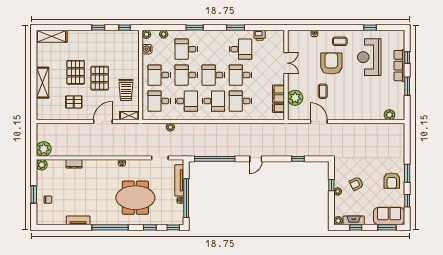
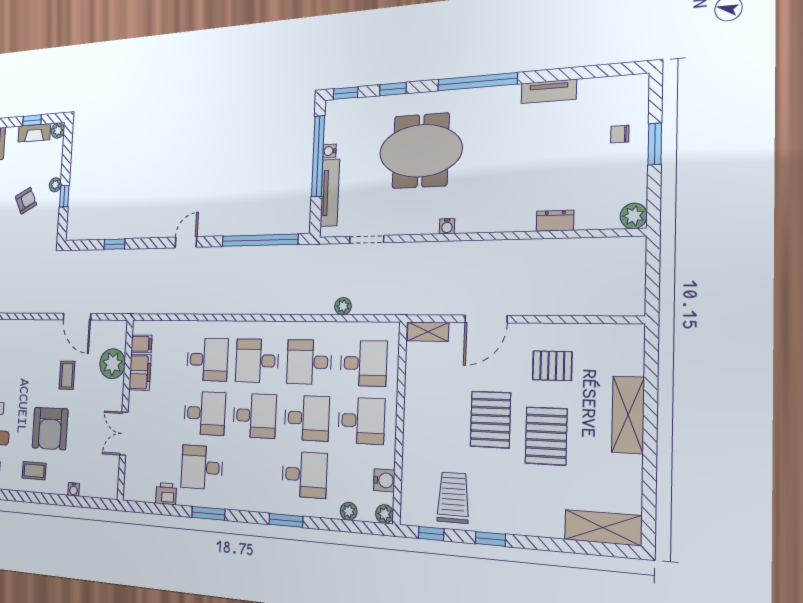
trolley: (126, 90) -> (453, 498), moved
plant: (44, 149) -> (628, 254), removed

